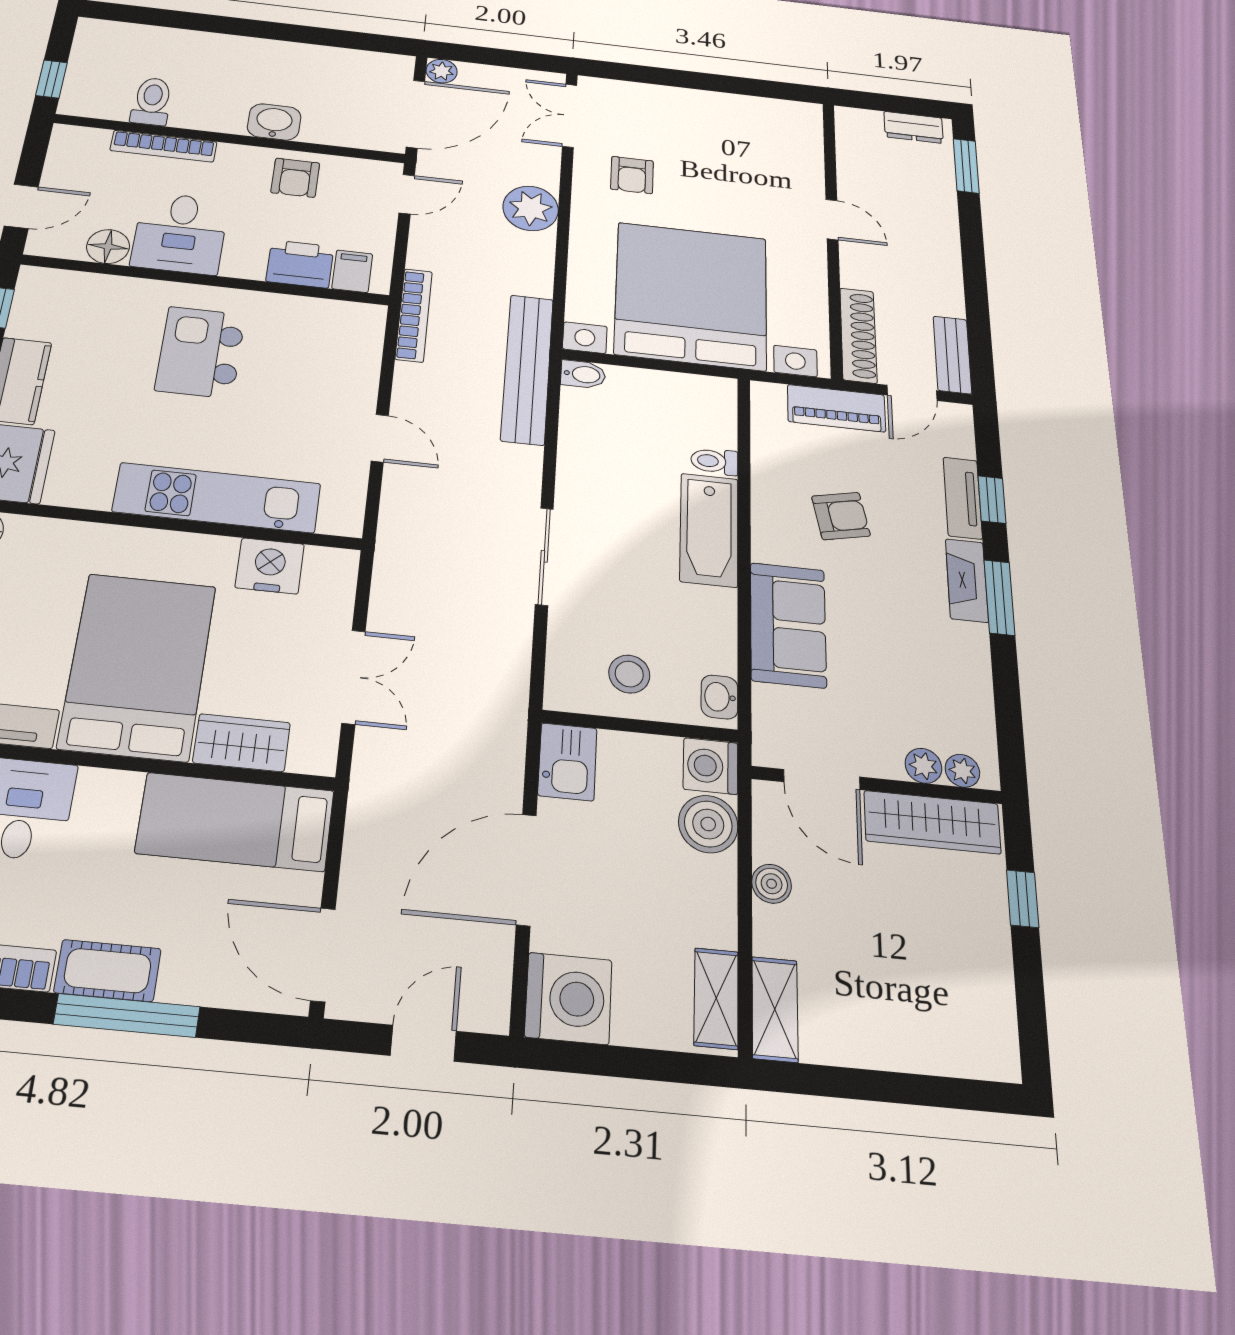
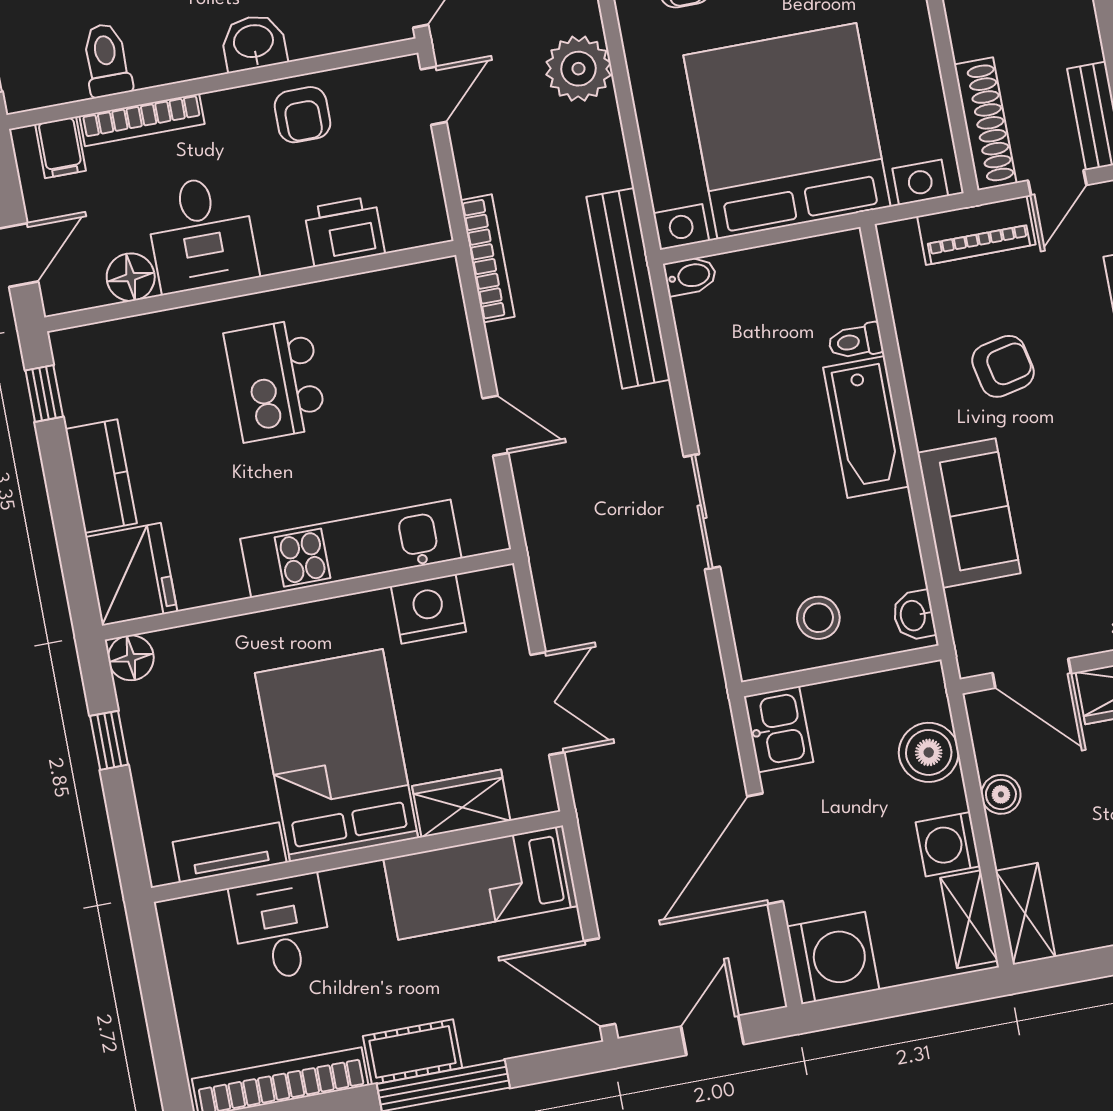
filing cabinet: (352, 271) -> (61, 147), moved, turned 180
washing machine: (711, 766) -> (948, 844), moved

